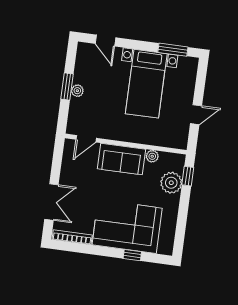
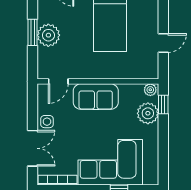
plant: (77, 91) -> (48, 35), width x1.87, depth x1.87
plant: (152, 156) -> (150, 90), moved
side table: (70, 177) -> (47, 122), added

